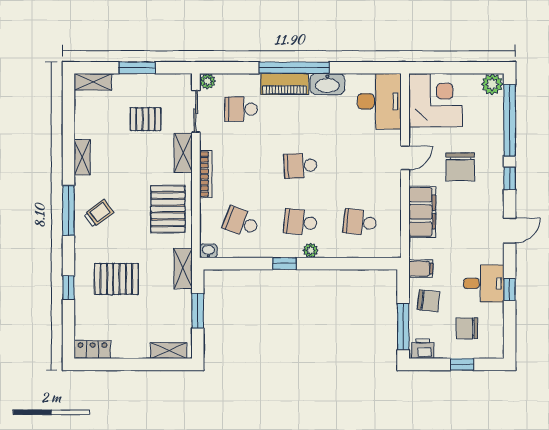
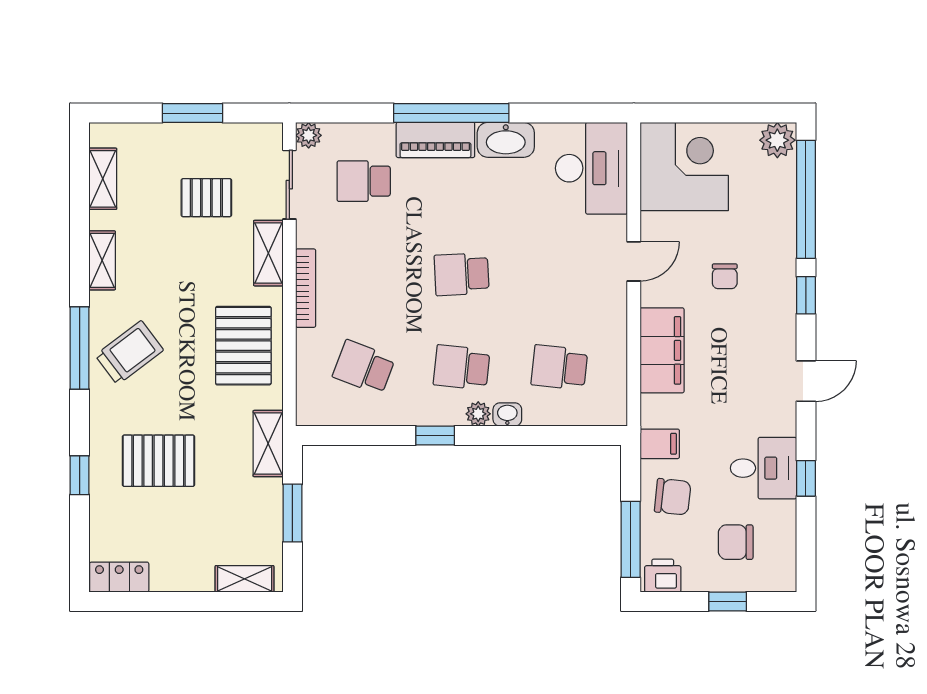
shelving: (93, 82) -> (103, 179), moved, turned 90
chair: (460, 167) -> (725, 276), width x0.54, depth x0.54
trolley: (99, 213) -> (129, 353), width x1.36, depth x1.39
washbasin: (208, 251) -> (507, 414), moved

